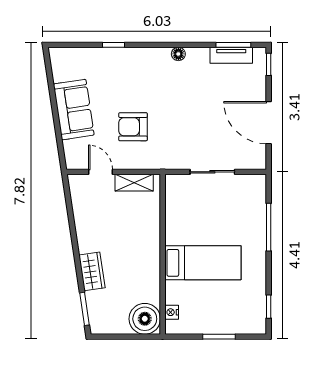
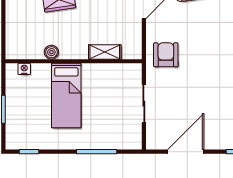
armchair: (133, 127) -> (166, 55), moved
shelving: (134, 183) -> (105, 52), moved, turned 90
boiler: (145, 319) -> (51, 52), moved, width x0.54, depth x0.54

